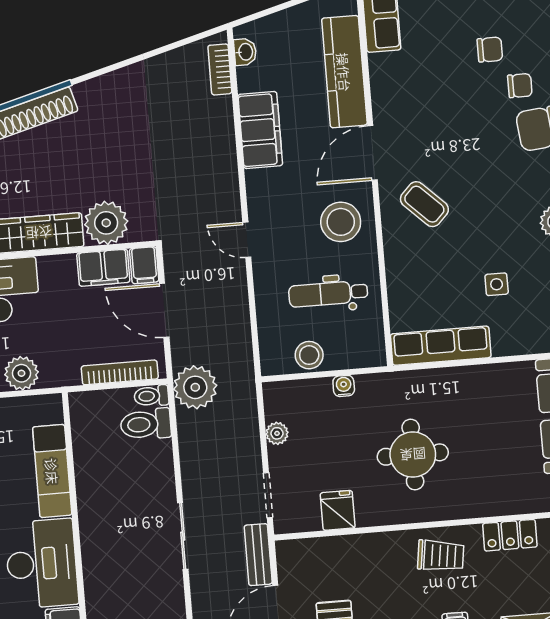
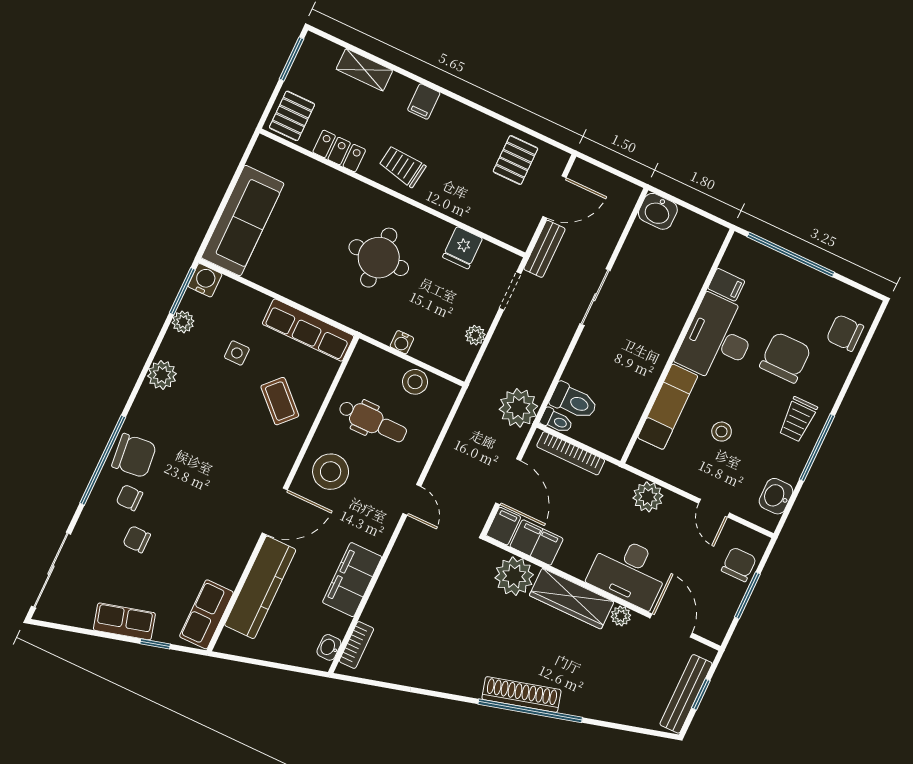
coffee table: (424, 204) -> (280, 401), moved

